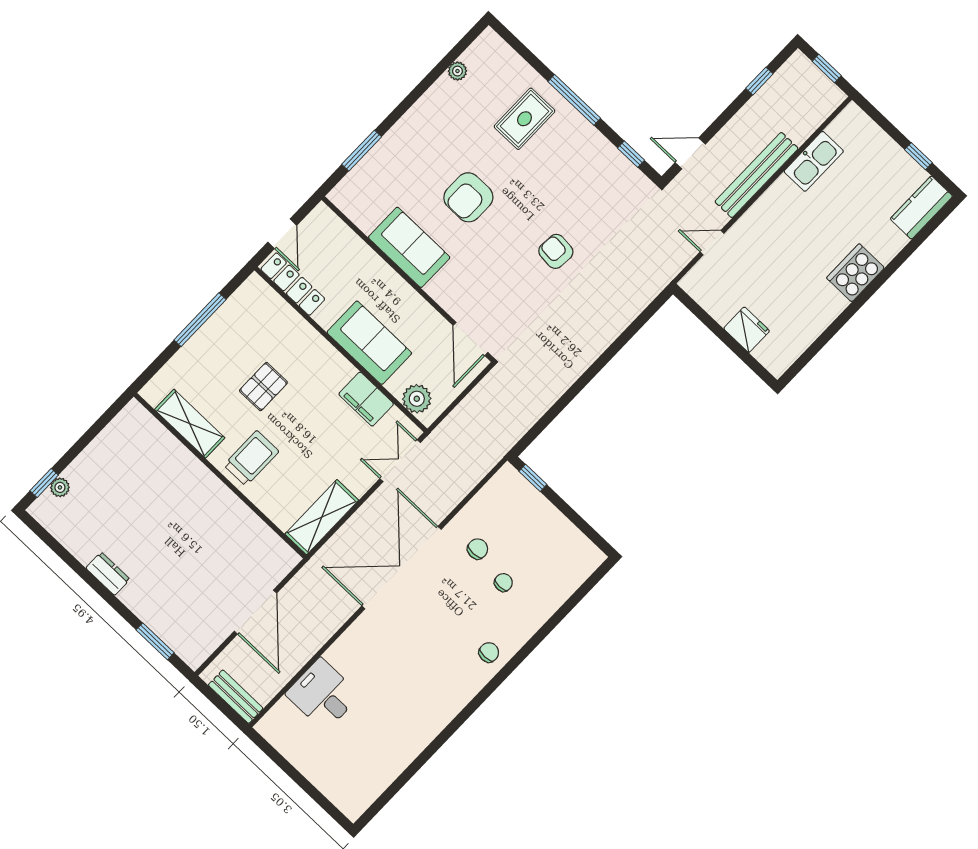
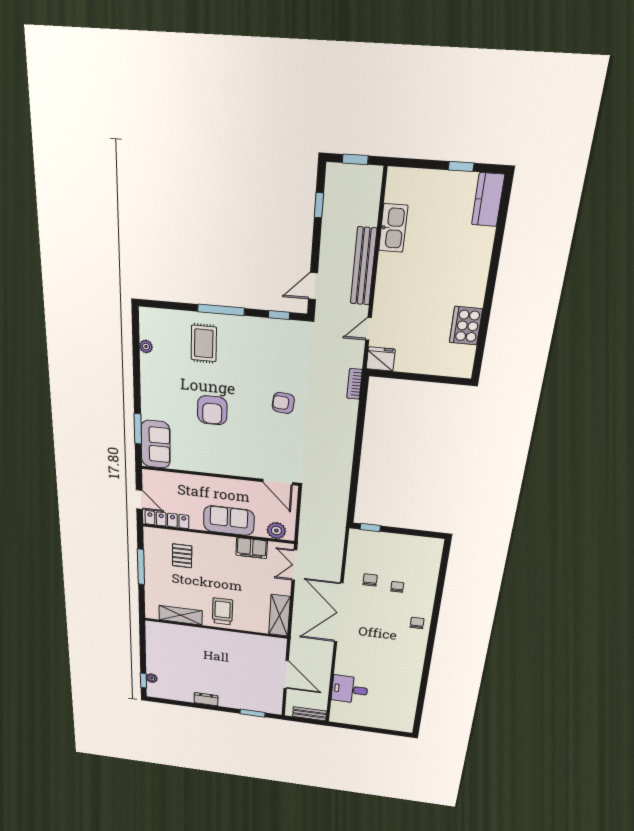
sofa: (409, 247) -> (156, 444), moved, turned 90
cooker: (855, 273) -> (466, 326), moved
bookcase: (651, 291) -> (354, 384), added
fridge: (747, 330) -> (381, 359), moved
pallet: (263, 387) -> (182, 556), moved

